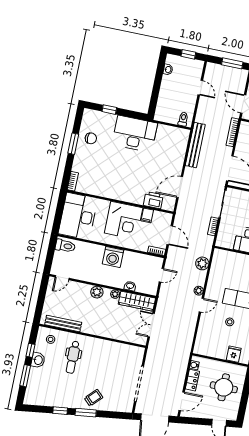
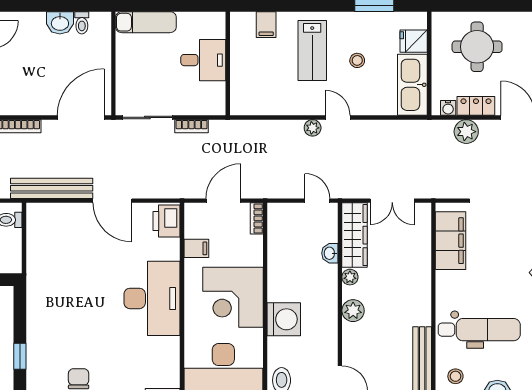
desk: (135, 134) -> (152, 298), moved, turned 180
door: (180, 187) -> (112, 201), moved
printer: (153, 200) -> (167, 221), moved
corner desk: (124, 220) -> (233, 297), moved, turned 180
washing machine: (113, 257) -> (284, 319), moved
plant: (202, 263) -> (466, 132), moved
door: (161, 275) -> (317, 201), moved
kitchen sink: (211, 349) -> (412, 85), added
filing cabinet: (123, 352) -> (451, 241), added
dental chair: (73, 357) -> (479, 330), width x1.36, depth x1.38

